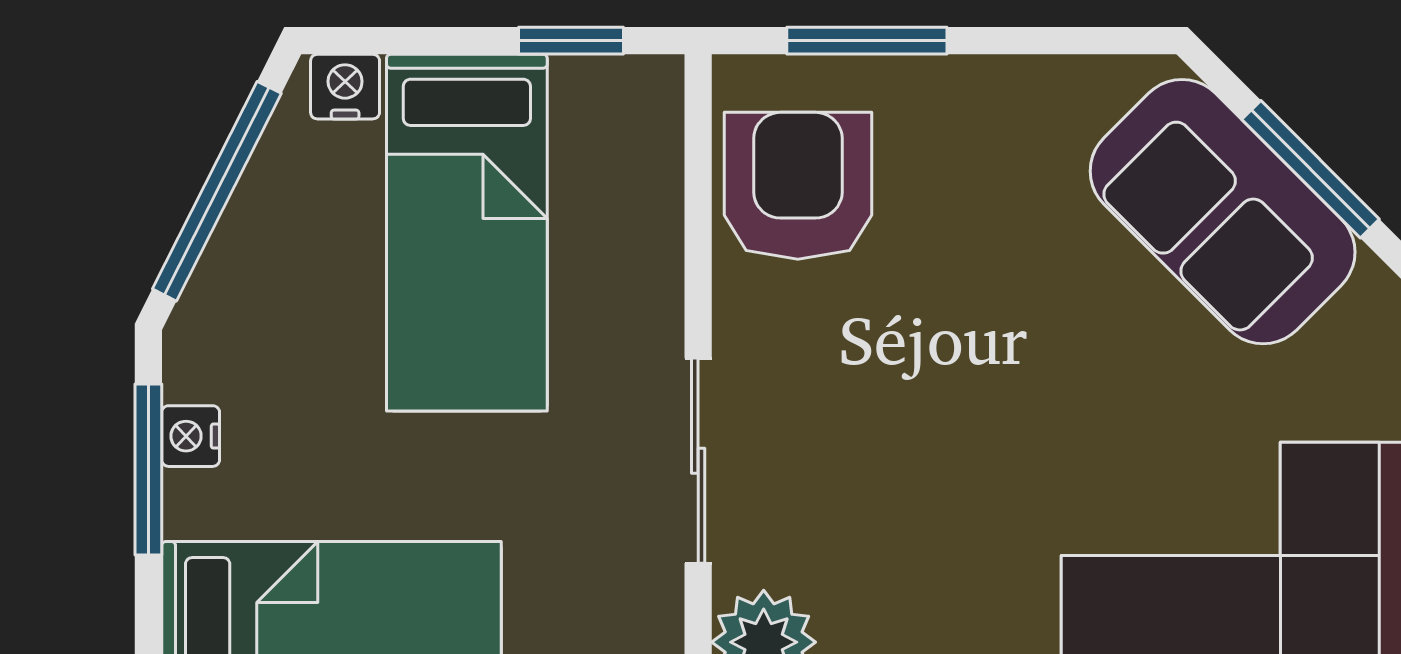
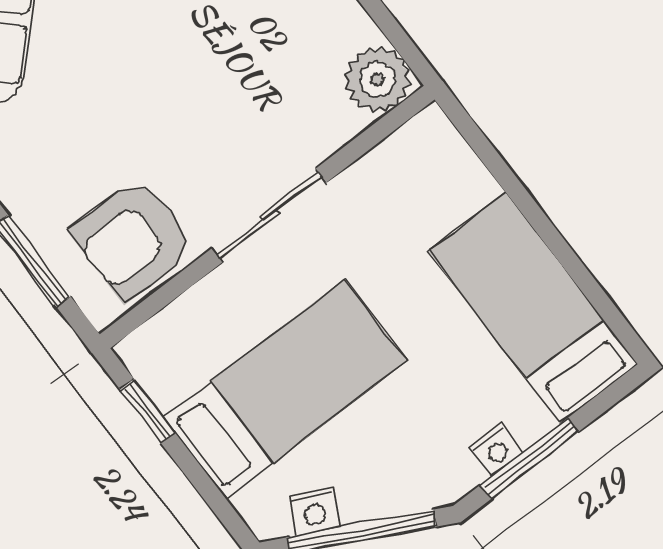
nightstand: (345, 87) -> (314, 511), moved, turned -63
sliding door: (698, 461) -> (269, 215), moved

